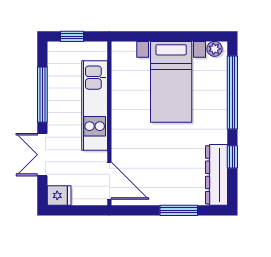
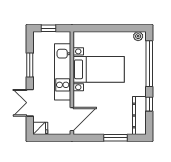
bed with nightstands: (171, 82) -> (99, 69), moved, turned -90
window: (42, 95) -> (30, 65), width x0.69
door: (109, 181) -> (72, 119), hinge flipped

